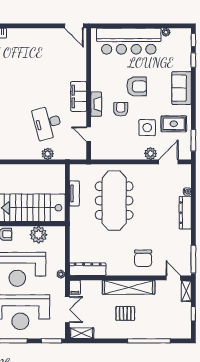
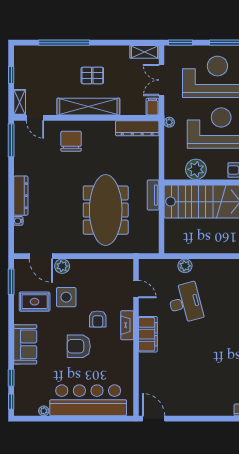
door: (168, 162) -> (41, 256), hinge flipped
tv unit: (74, 193) -> (153, 195), moved

